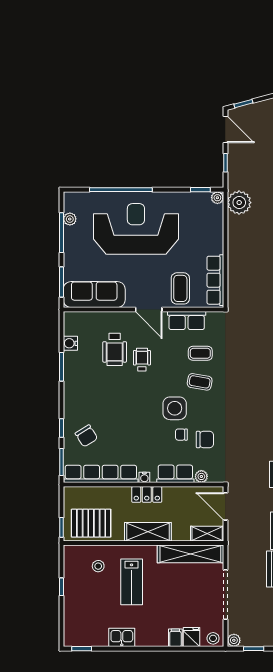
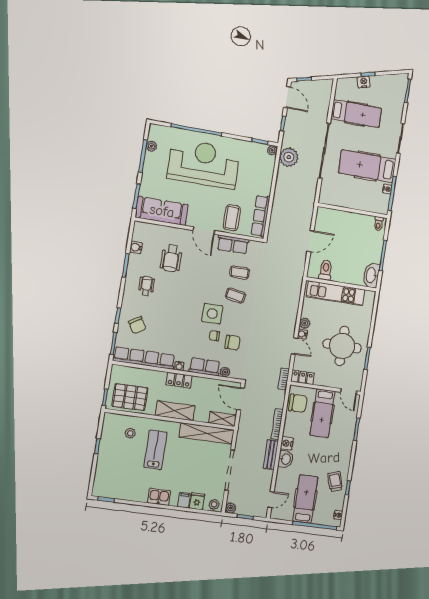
wheelchair: (142, 360) -> (146, 286), moved
lab bench: (132, 582) -> (155, 450), turned 180
kitchen sink: (122, 637) -> (159, 497), moved

